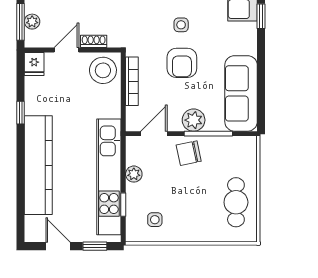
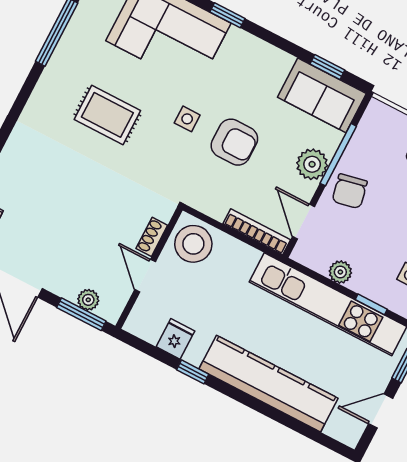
fridge: (34, 64) -> (175, 339), moved, turned -90
bookcase: (132, 81) -> (257, 232), moved
sofa: (241, 93) -> (322, 95), width x0.73
window: (261, 98) -> (327, 67), added

